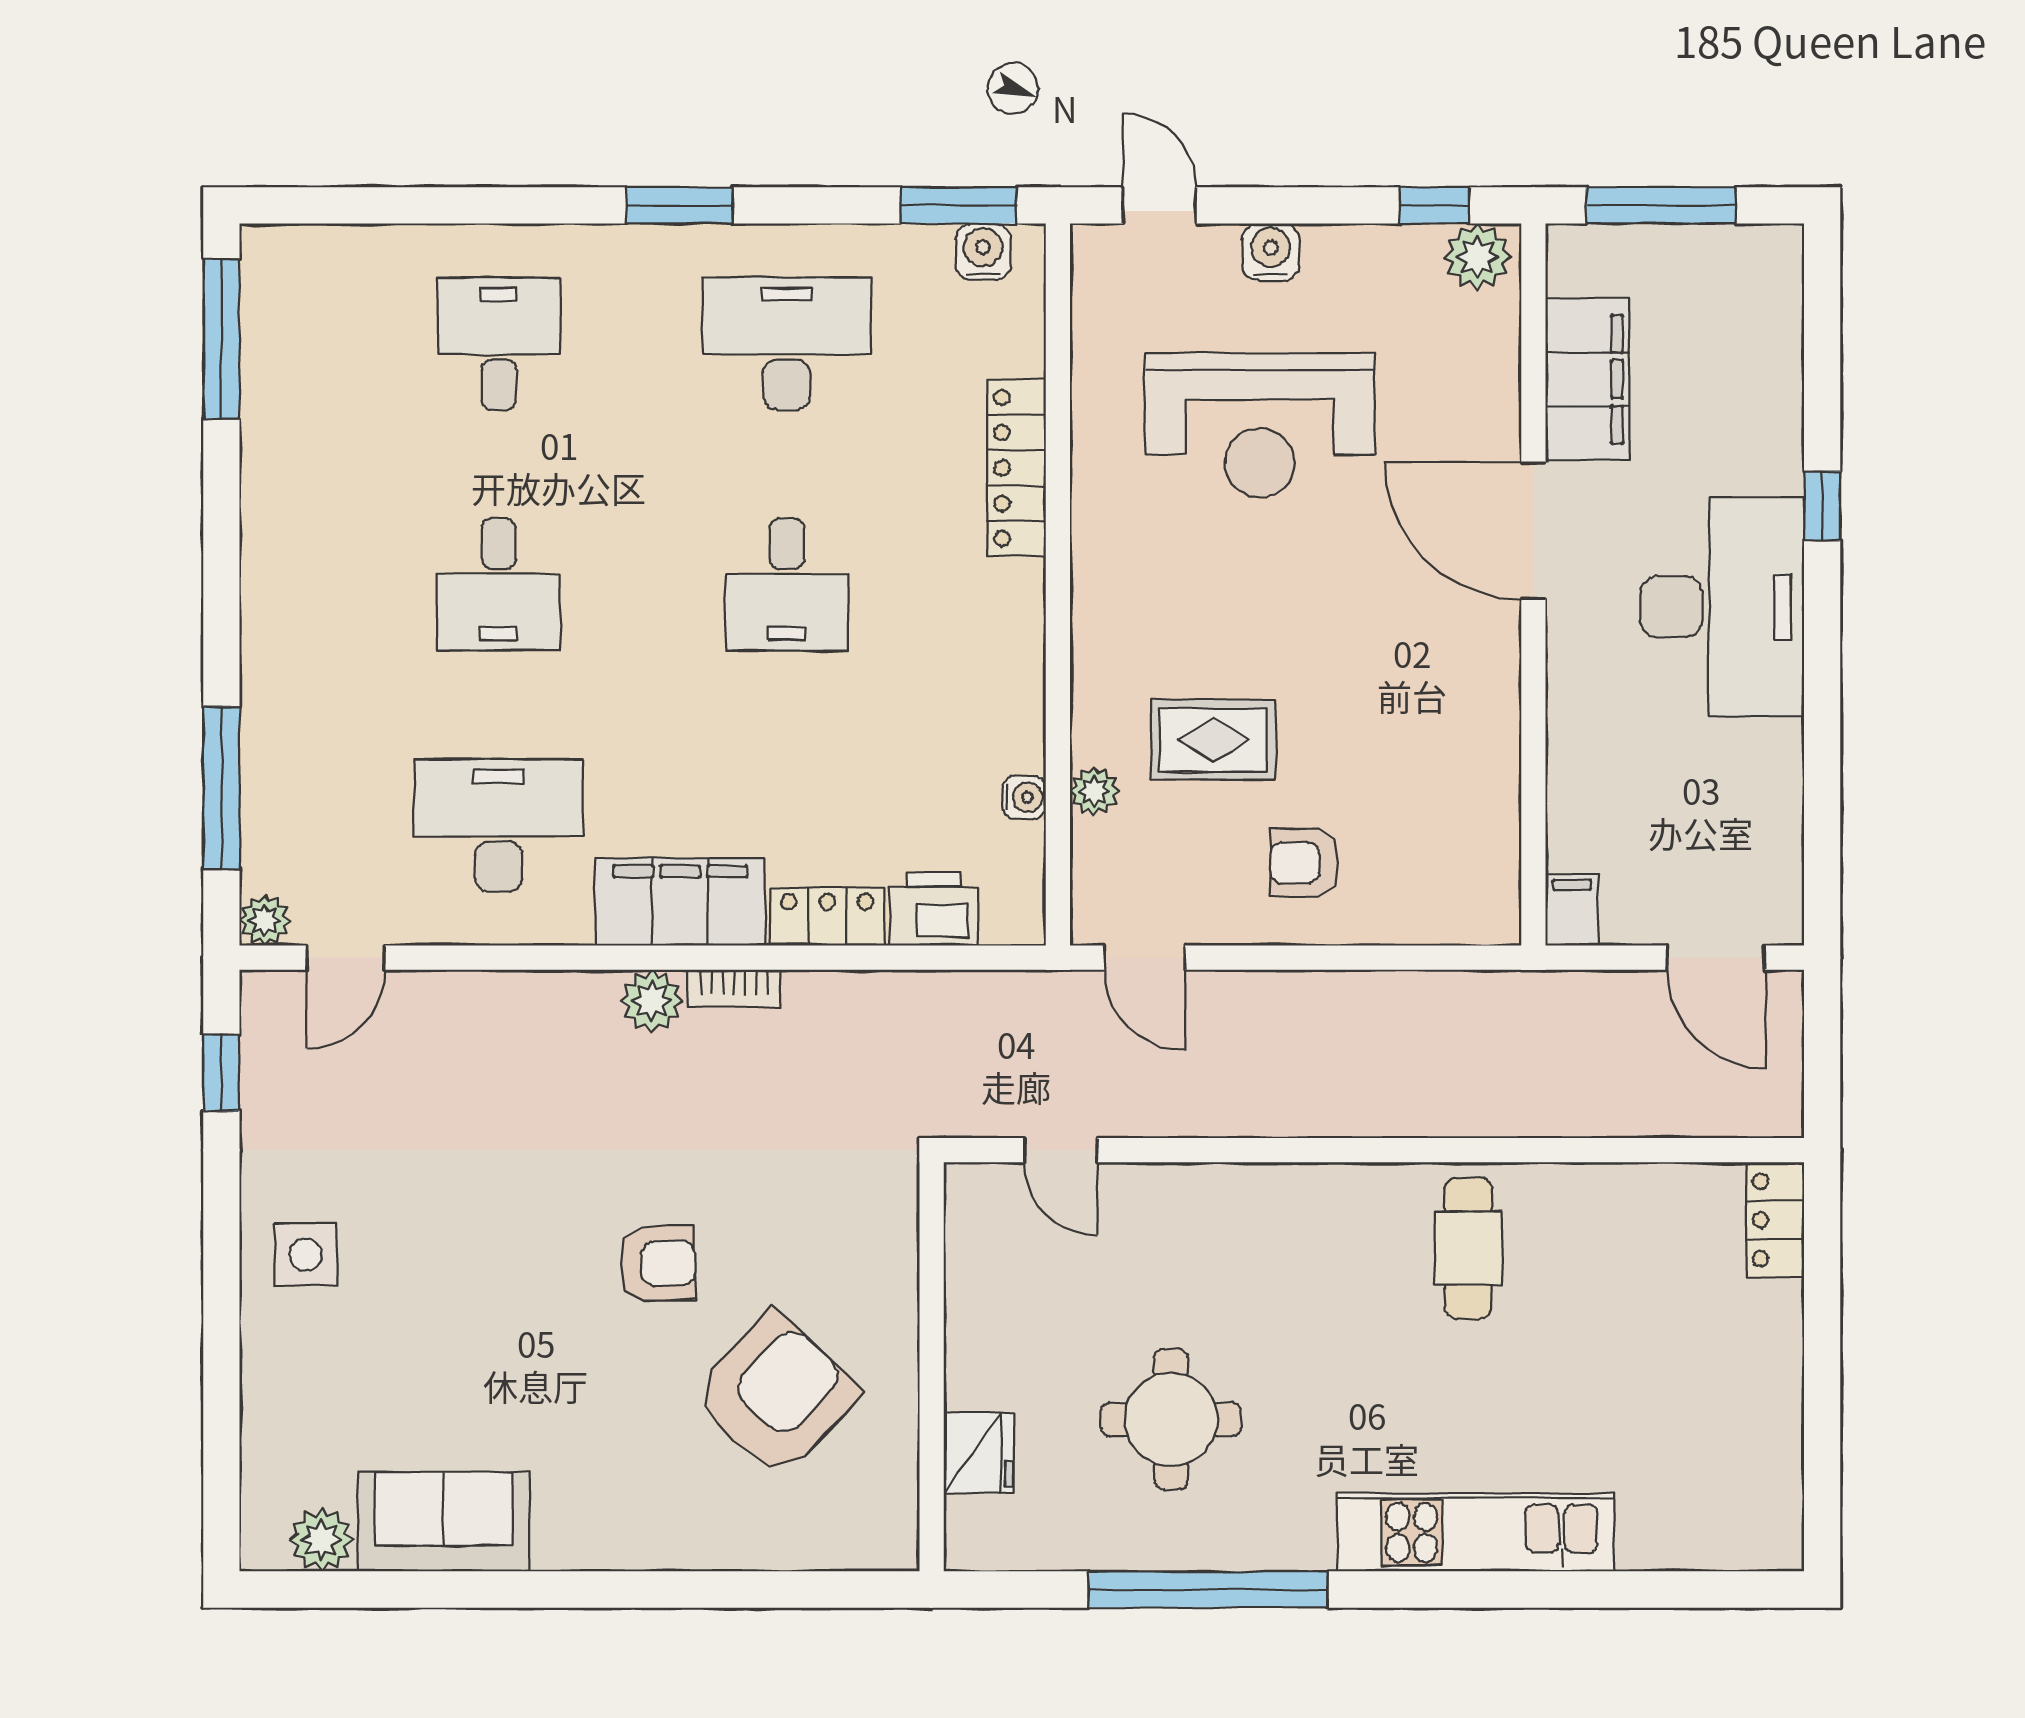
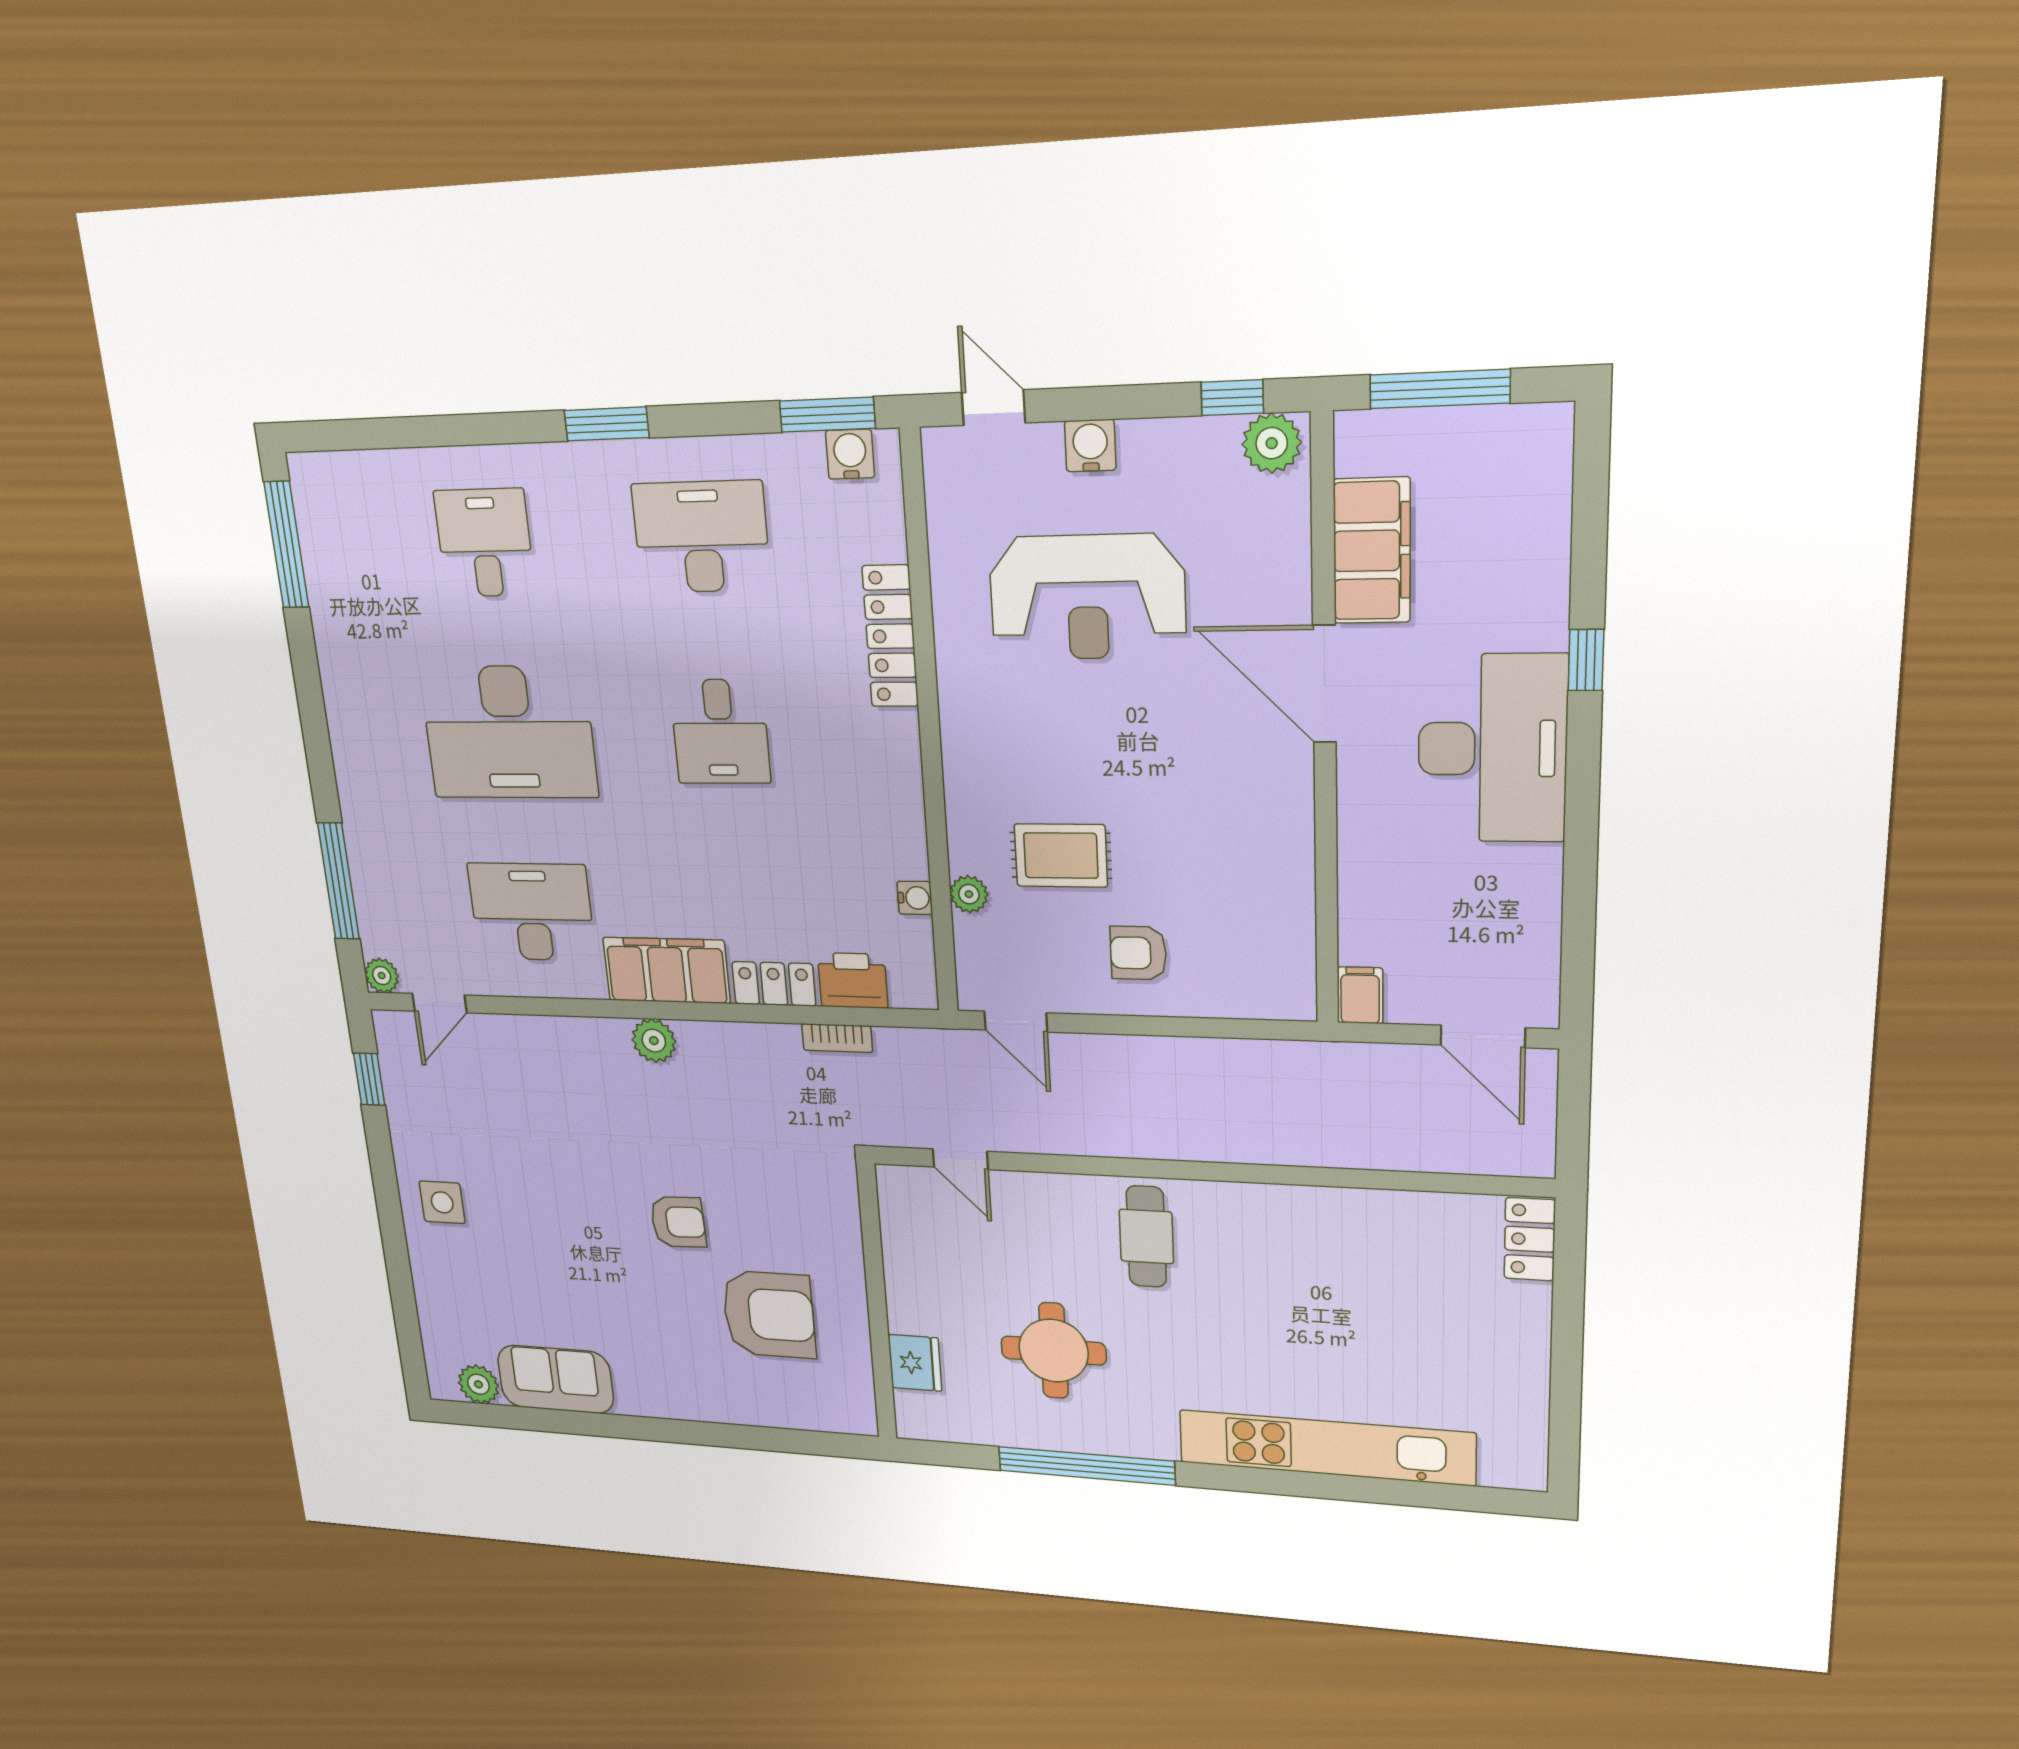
desk: (499, 585) -> (509, 732), width x1.87, depth x1.30
bookcase: (734, 988) -> (837, 1038), moved
cafe table: (1468, 1248) -> (1146, 1237), moved
armchair: (776, 1395) -> (769, 1314), turned 47
kitchen unit: (1475, 1532) -> (1326, 1448), width x1.36

